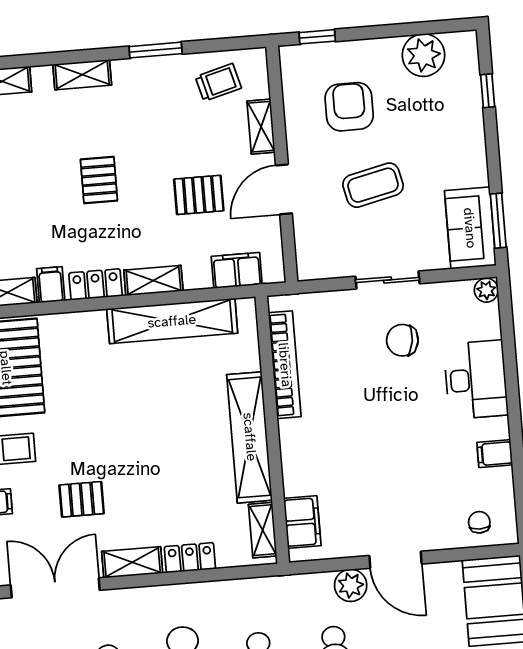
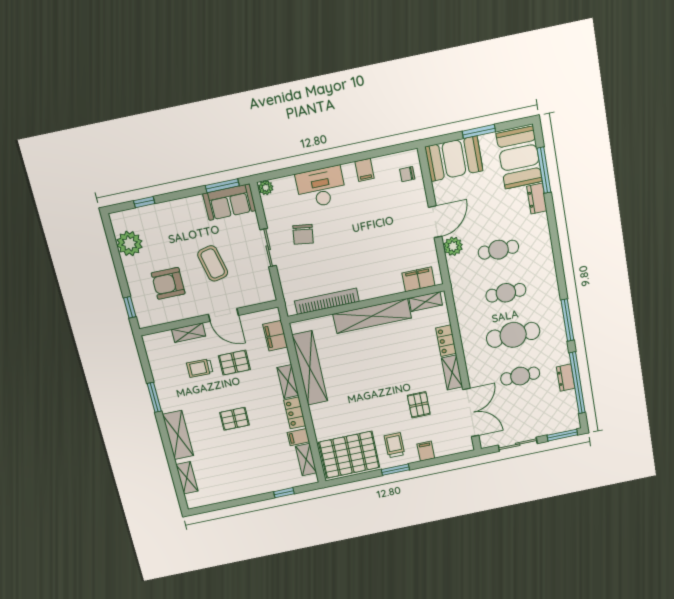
shelving: (82, 75) -> (178, 435), width x1.50, depth x1.33
trolley: (218, 82) -> (200, 368), moved, turned -74
pallet: (199, 195) -> (234, 363), turned 90
double door: (55, 588) -> (471, 413), swing flipped

